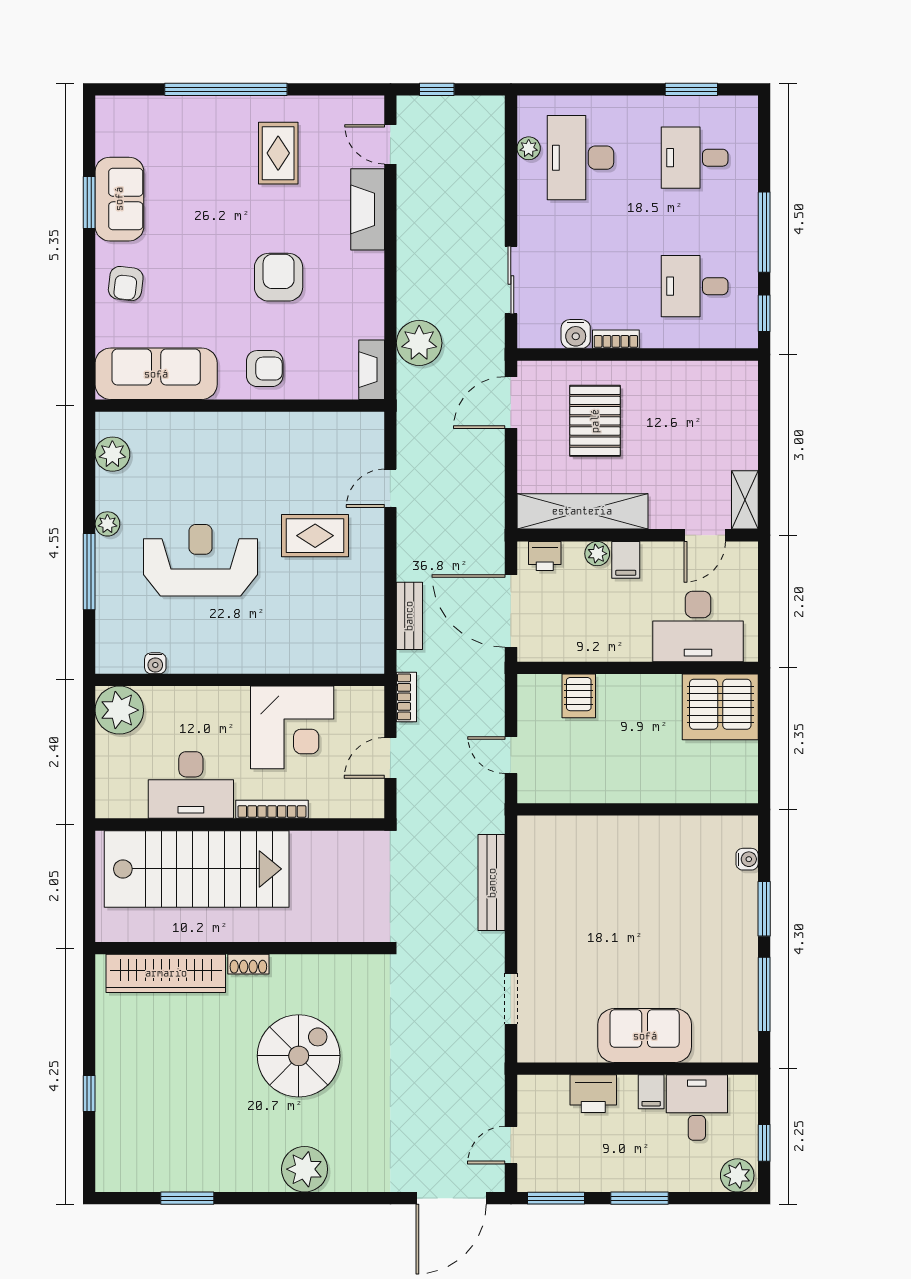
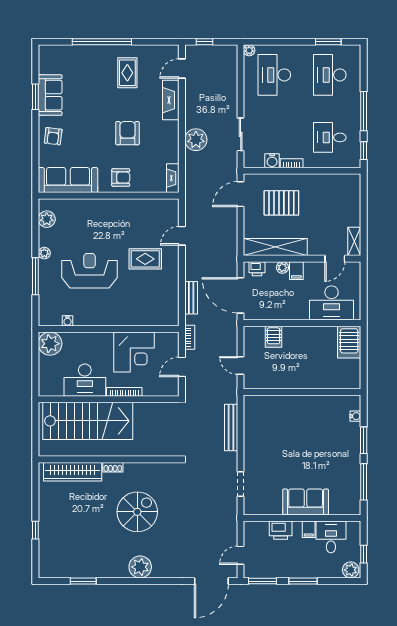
door: (390, 144) -> (182, 68), hinge flipped
plant: (529, 148) -> (249, 50), moved
desk: (695, 158) -> (330, 75), width x1.37
plant: (419, 343) -> (196, 140), moved
pallet: (595, 421) -> (281, 203), turned 90
server rack: (720, 707) -> (349, 342), width x0.63

